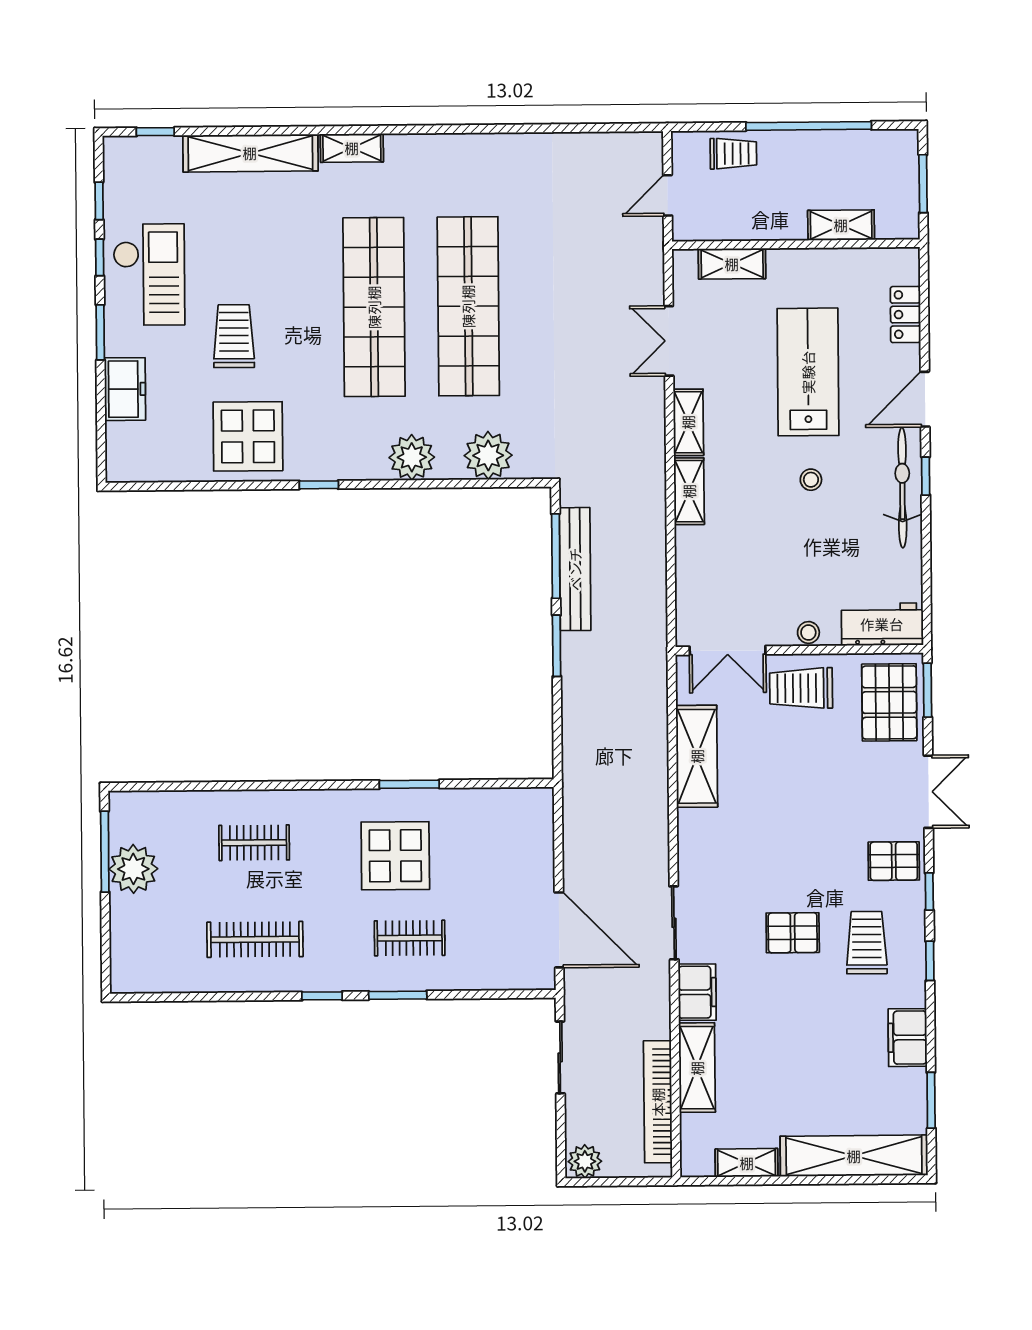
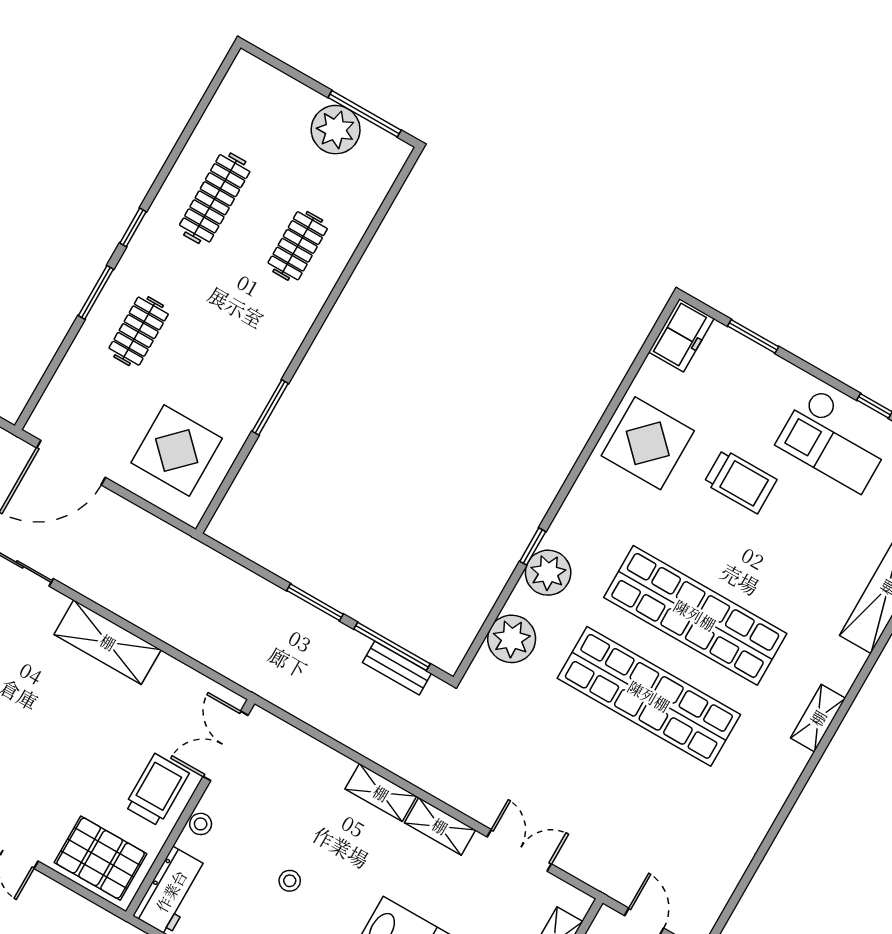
shelving: (352, 148) -> (818, 718), moved
window: (100, 332) -> (753, 336), moved
freezer: (125, 389) -> (681, 335), moved, turned -90
stool: (811, 480) -> (290, 881), moved
window: (319, 485) -> (533, 547), moved
bench: (575, 569) -> (397, 668), width x0.54, depth x0.82
window: (928, 690) -> (92, 897), removed
shelving: (697, 756) -> (108, 642), moved
display table: (395, 856) -> (177, 451), moved

